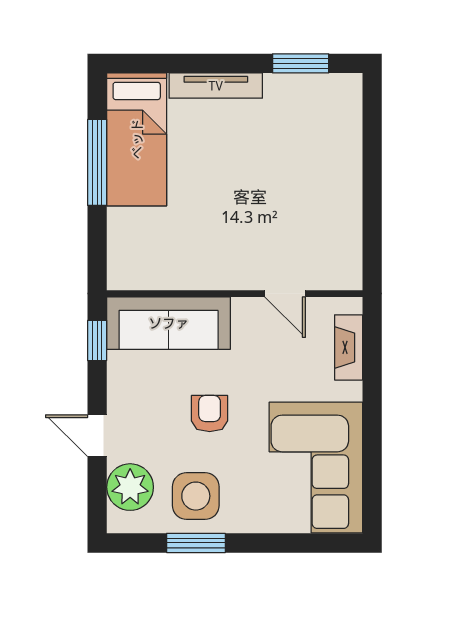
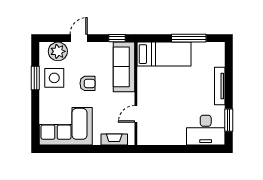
desk: (325, 120) -> (206, 130), added
bed: (137, 139) -> (164, 54), moved, turned 180

